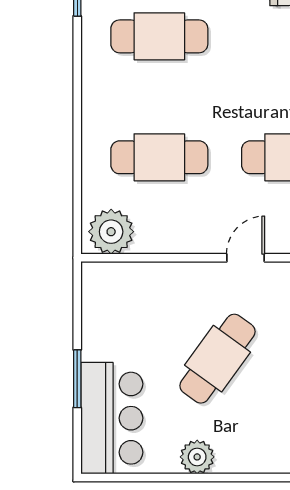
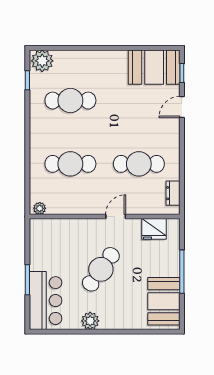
plant: (111, 232) -> (40, 208), width x0.53, depth x0.53

